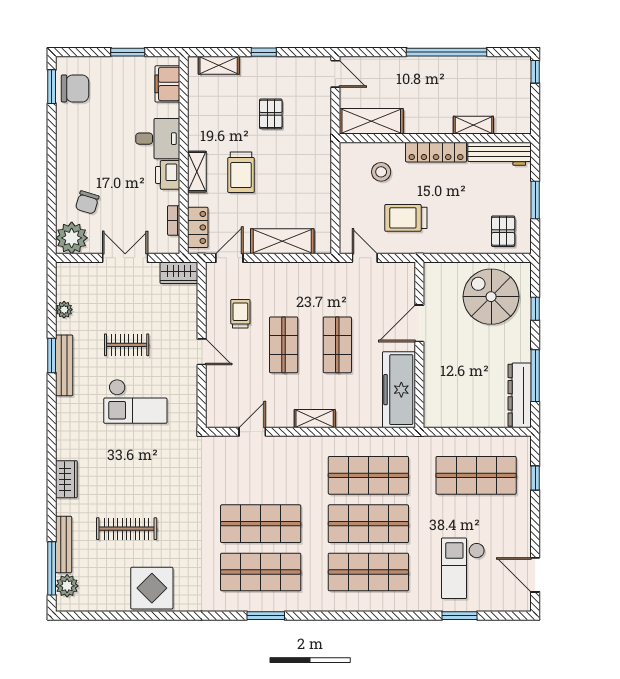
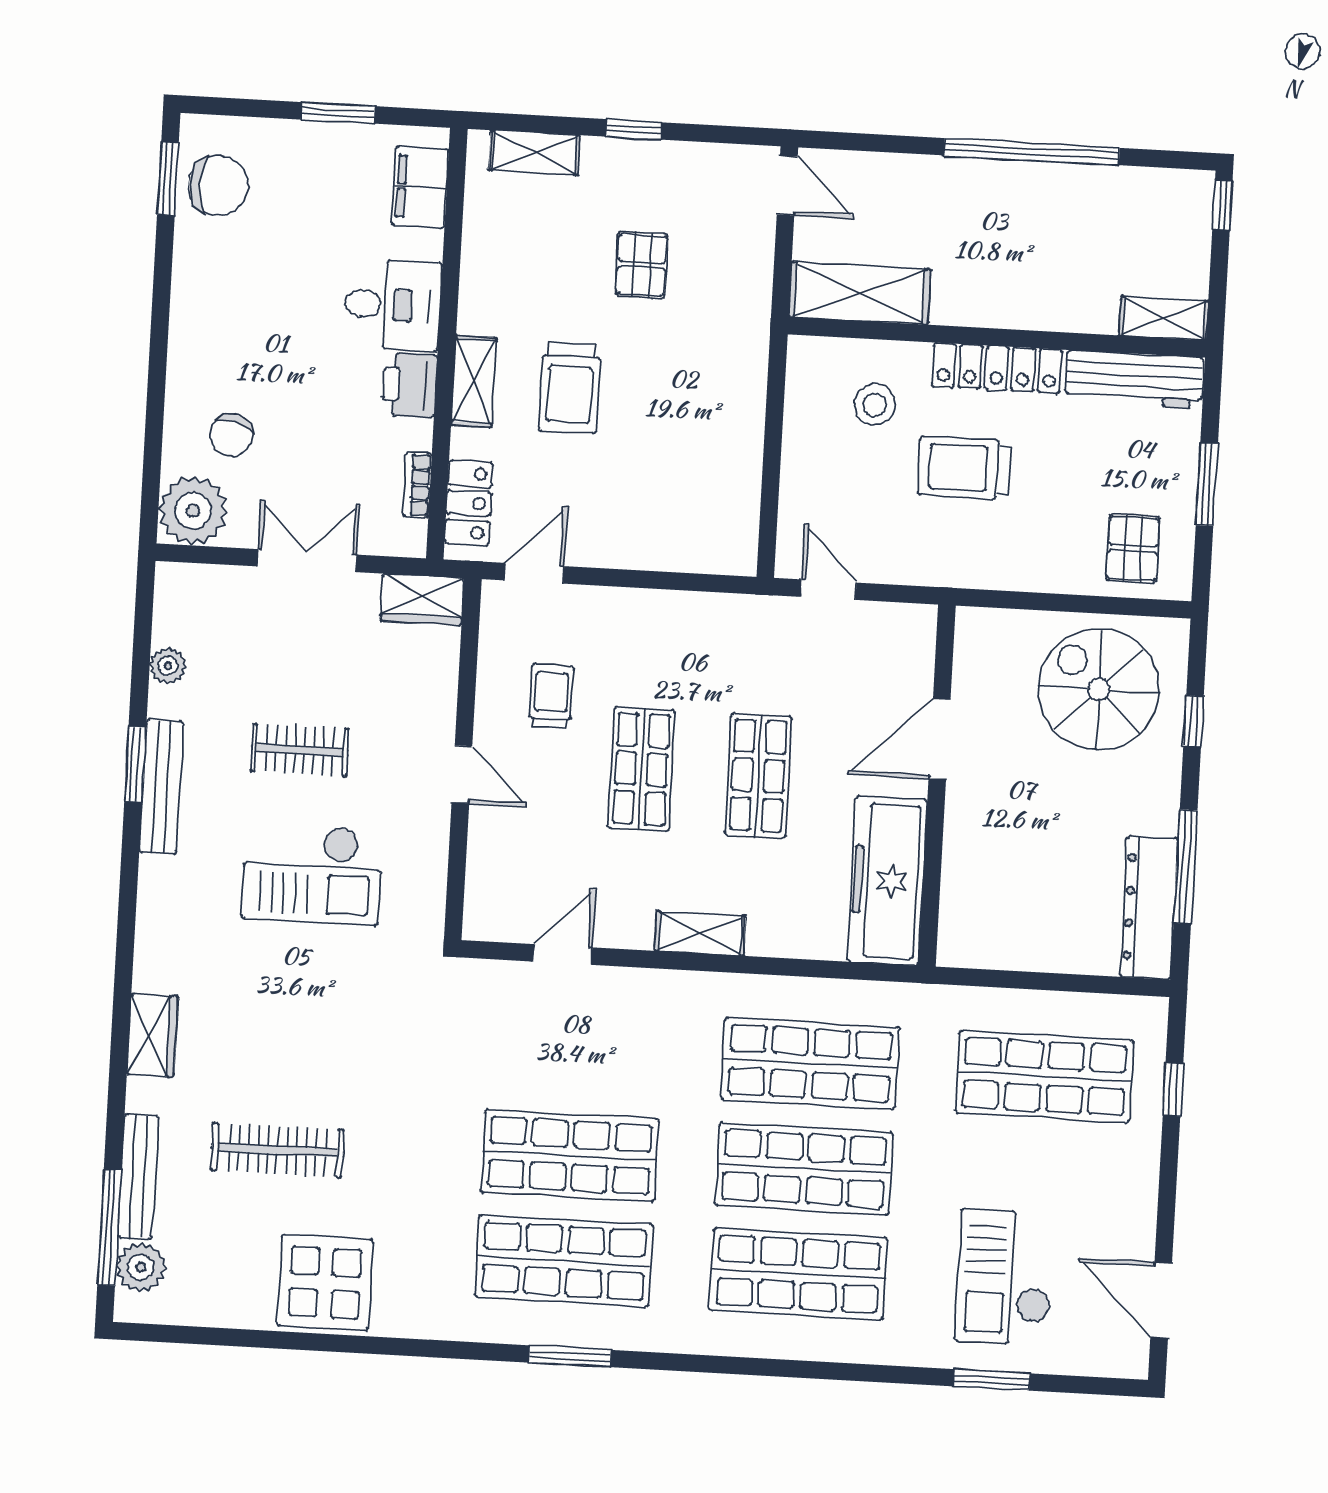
shelving: (473, 125) -> (1164, 318), moved
trolley: (406, 218) -> (965, 468), moved
shelving: (282, 241) -> (651, 543), removed

